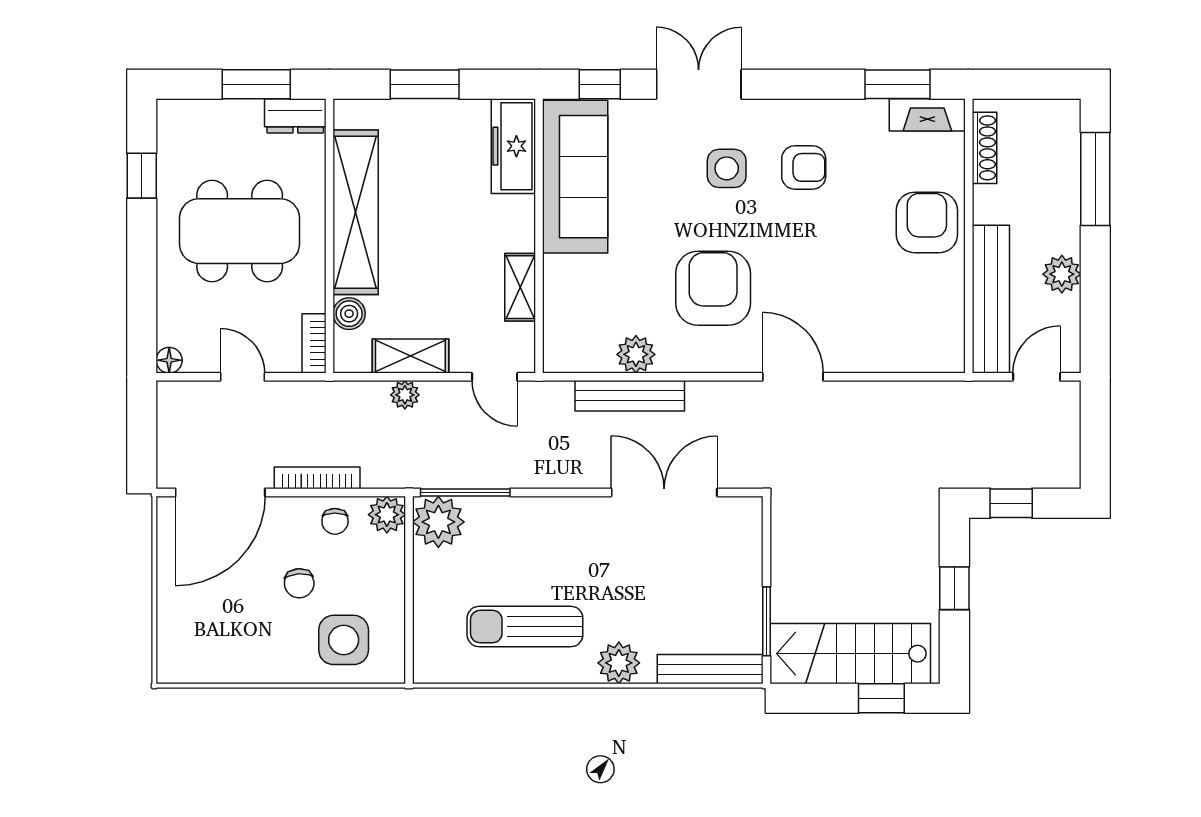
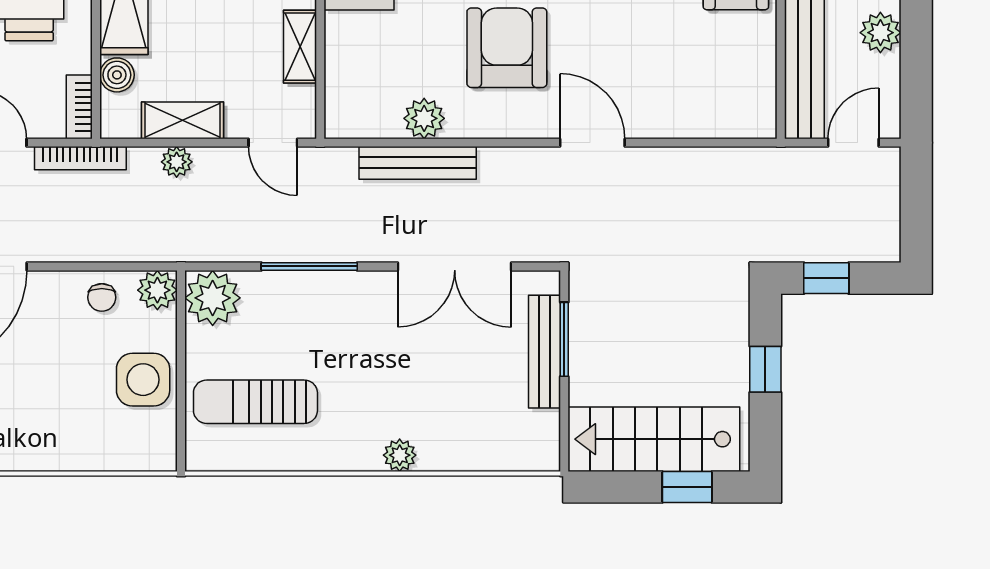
bookcase: (317, 478) -> (80, 158), moved, turned 180
window: (465, 492) -> (309, 266), moved
double door: (664, 492) -> (455, 266), swing flipped
chair: (299, 583) -> (63, 364), removed
window: (767, 621) -> (564, 339), moved
sun lounger: (525, 627) -> (255, 402), moved
side table: (344, 640) -> (143, 380), moved
plant: (619, 663) -> (400, 455), width x0.73, depth x0.73
bench: (710, 669) -> (544, 352), moved, turned 90

